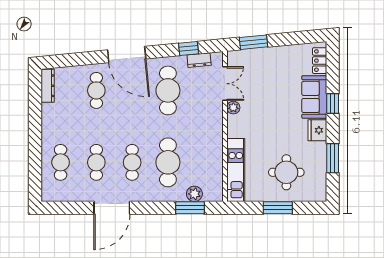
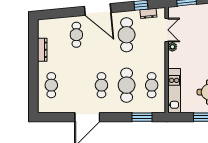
dresser: (48, 86) -> (42, 50), moved
cafe table: (96, 162) -> (152, 85), moved
plant: (194, 194) -> (145, 107), removed

